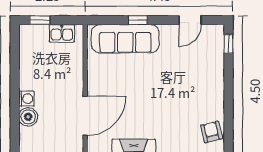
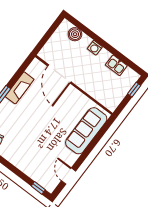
window: (138, 20) -> (91, 146), removed
kitchen sink: (62, 33) -> (116, 65), moved, turned -90
boiler: (28, 117) -> (75, 34), moved

